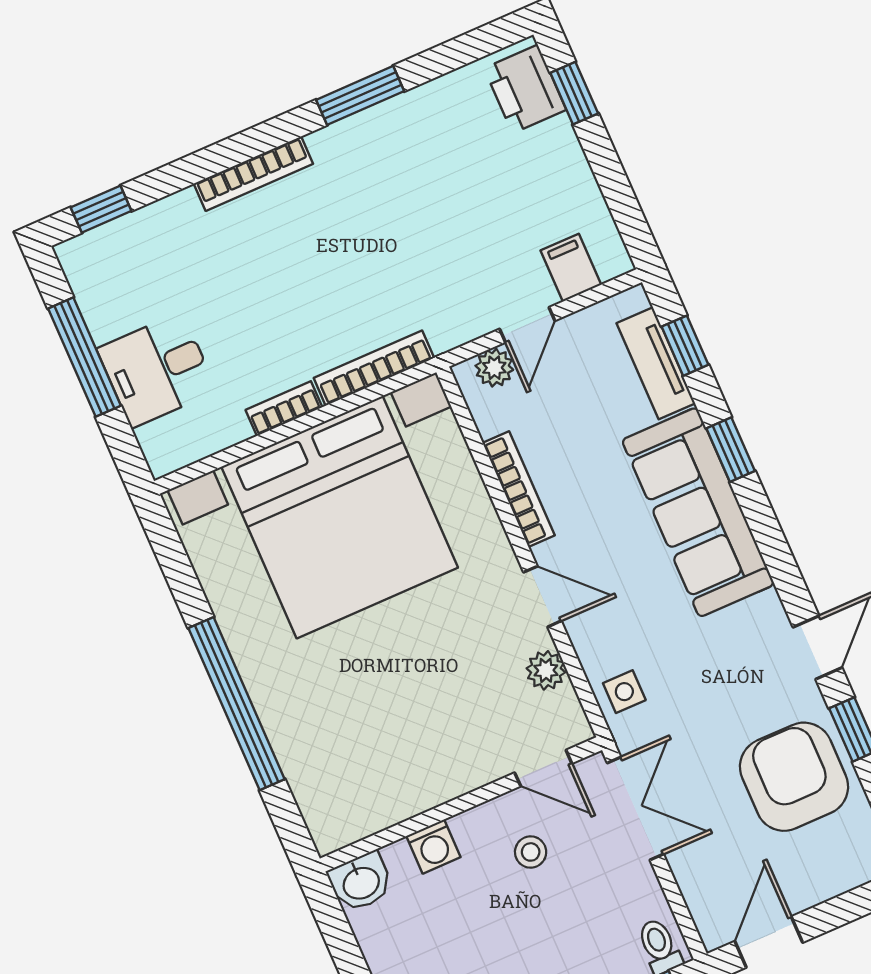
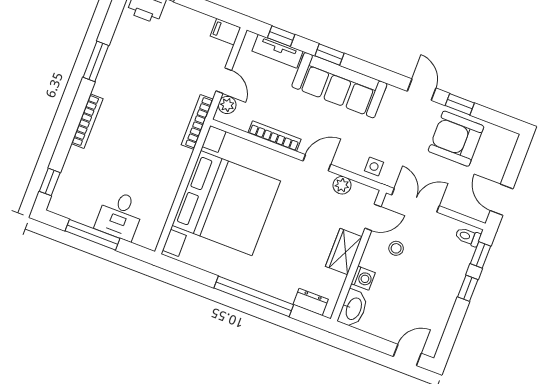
filing cabinet: (571, 268) -> (225, 32), moved
bookcase: (374, 368) -> (197, 122), moved
bookcase: (284, 409) -> (173, 186), removed
wardrobe: (445, 775) -> (344, 252), added
dresser: (315, 801) -> (311, 302), added
washbasin: (361, 882) -> (353, 308), width x1.38

